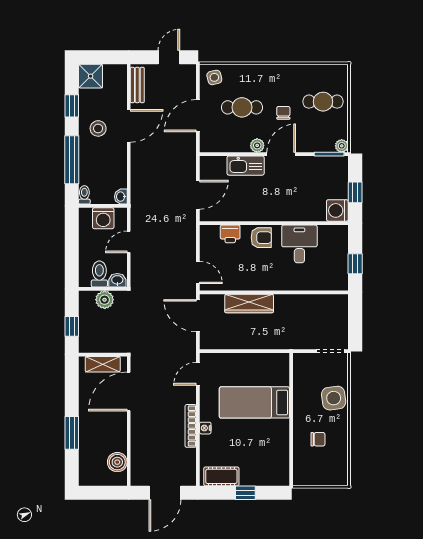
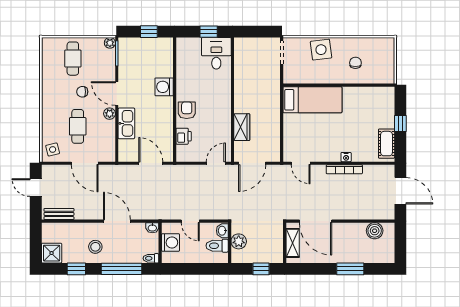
door: (129, 126) -> (117, 221), moved
washing machine: (337, 210) -> (164, 87), moved, turned 90
desk: (299, 244) -> (216, 53), moved, turned 90
wardrobe: (249, 303) -> (242, 127), width x0.67
bed: (254, 402) -> (312, 100), moved, turned -90

